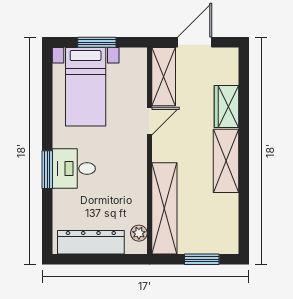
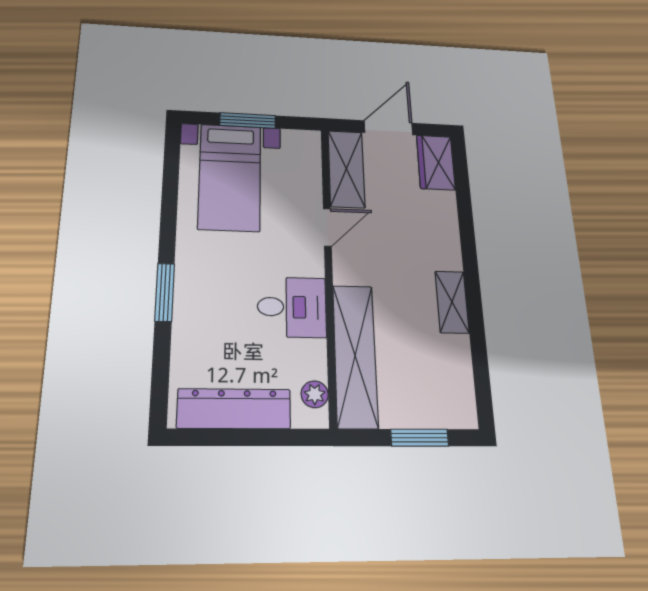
wardrobe: (226, 106) -> (436, 162), moved
shelving: (226, 161) -> (452, 302), width x0.67, depth x0.75
desk: (74, 169) -> (292, 307), moved, turned 180

